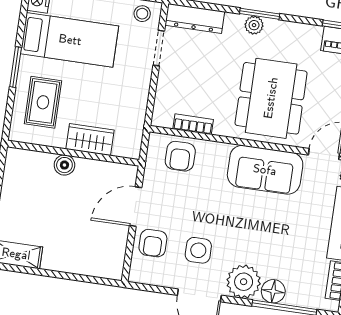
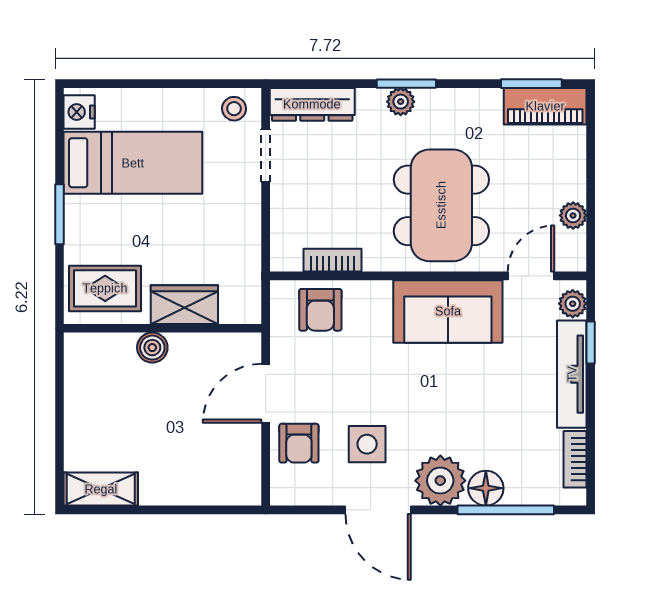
rug: (43, 102) -> (105, 288), moved, turned 90

